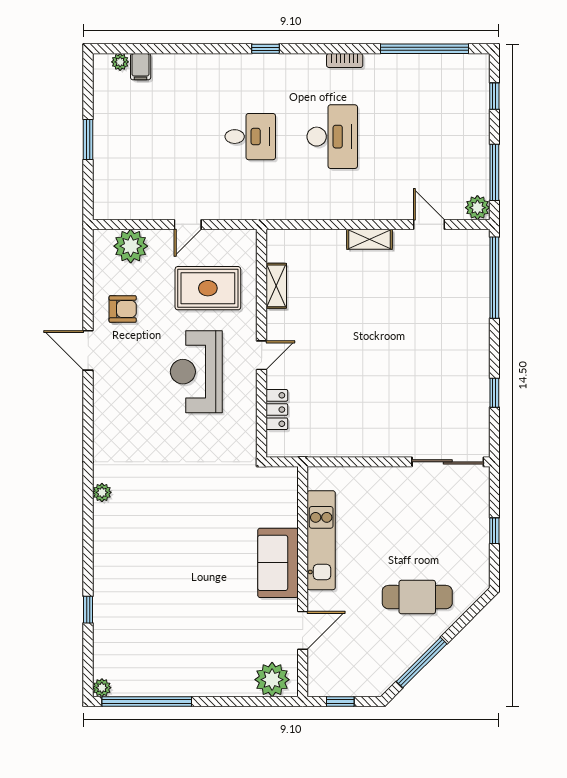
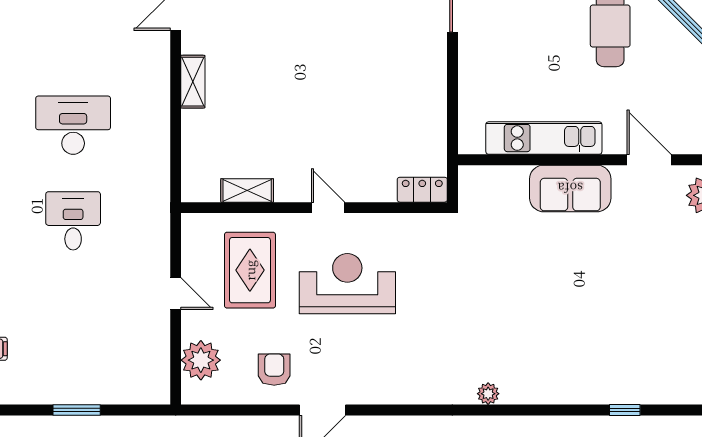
reception desk: (196, 372) -> (347, 284), turned 180
locker: (277, 410) -> (422, 190), moved

